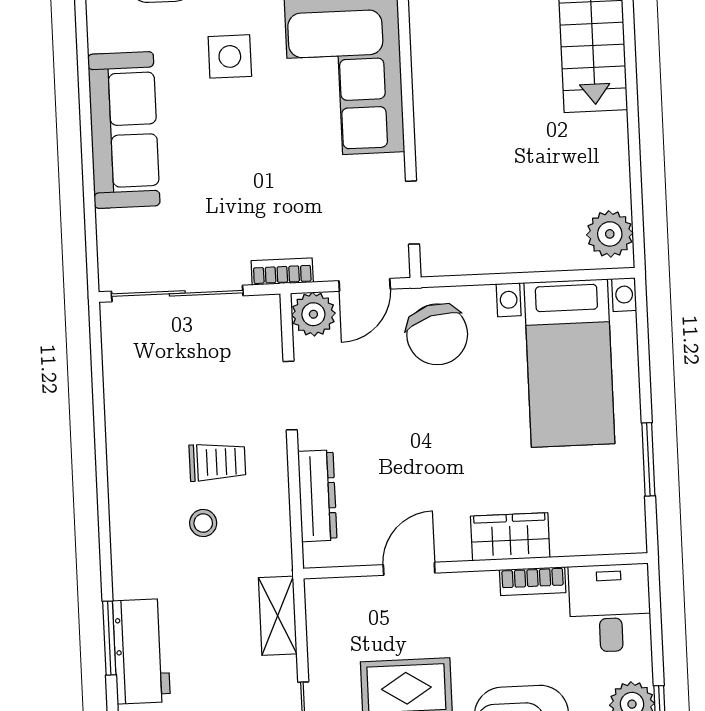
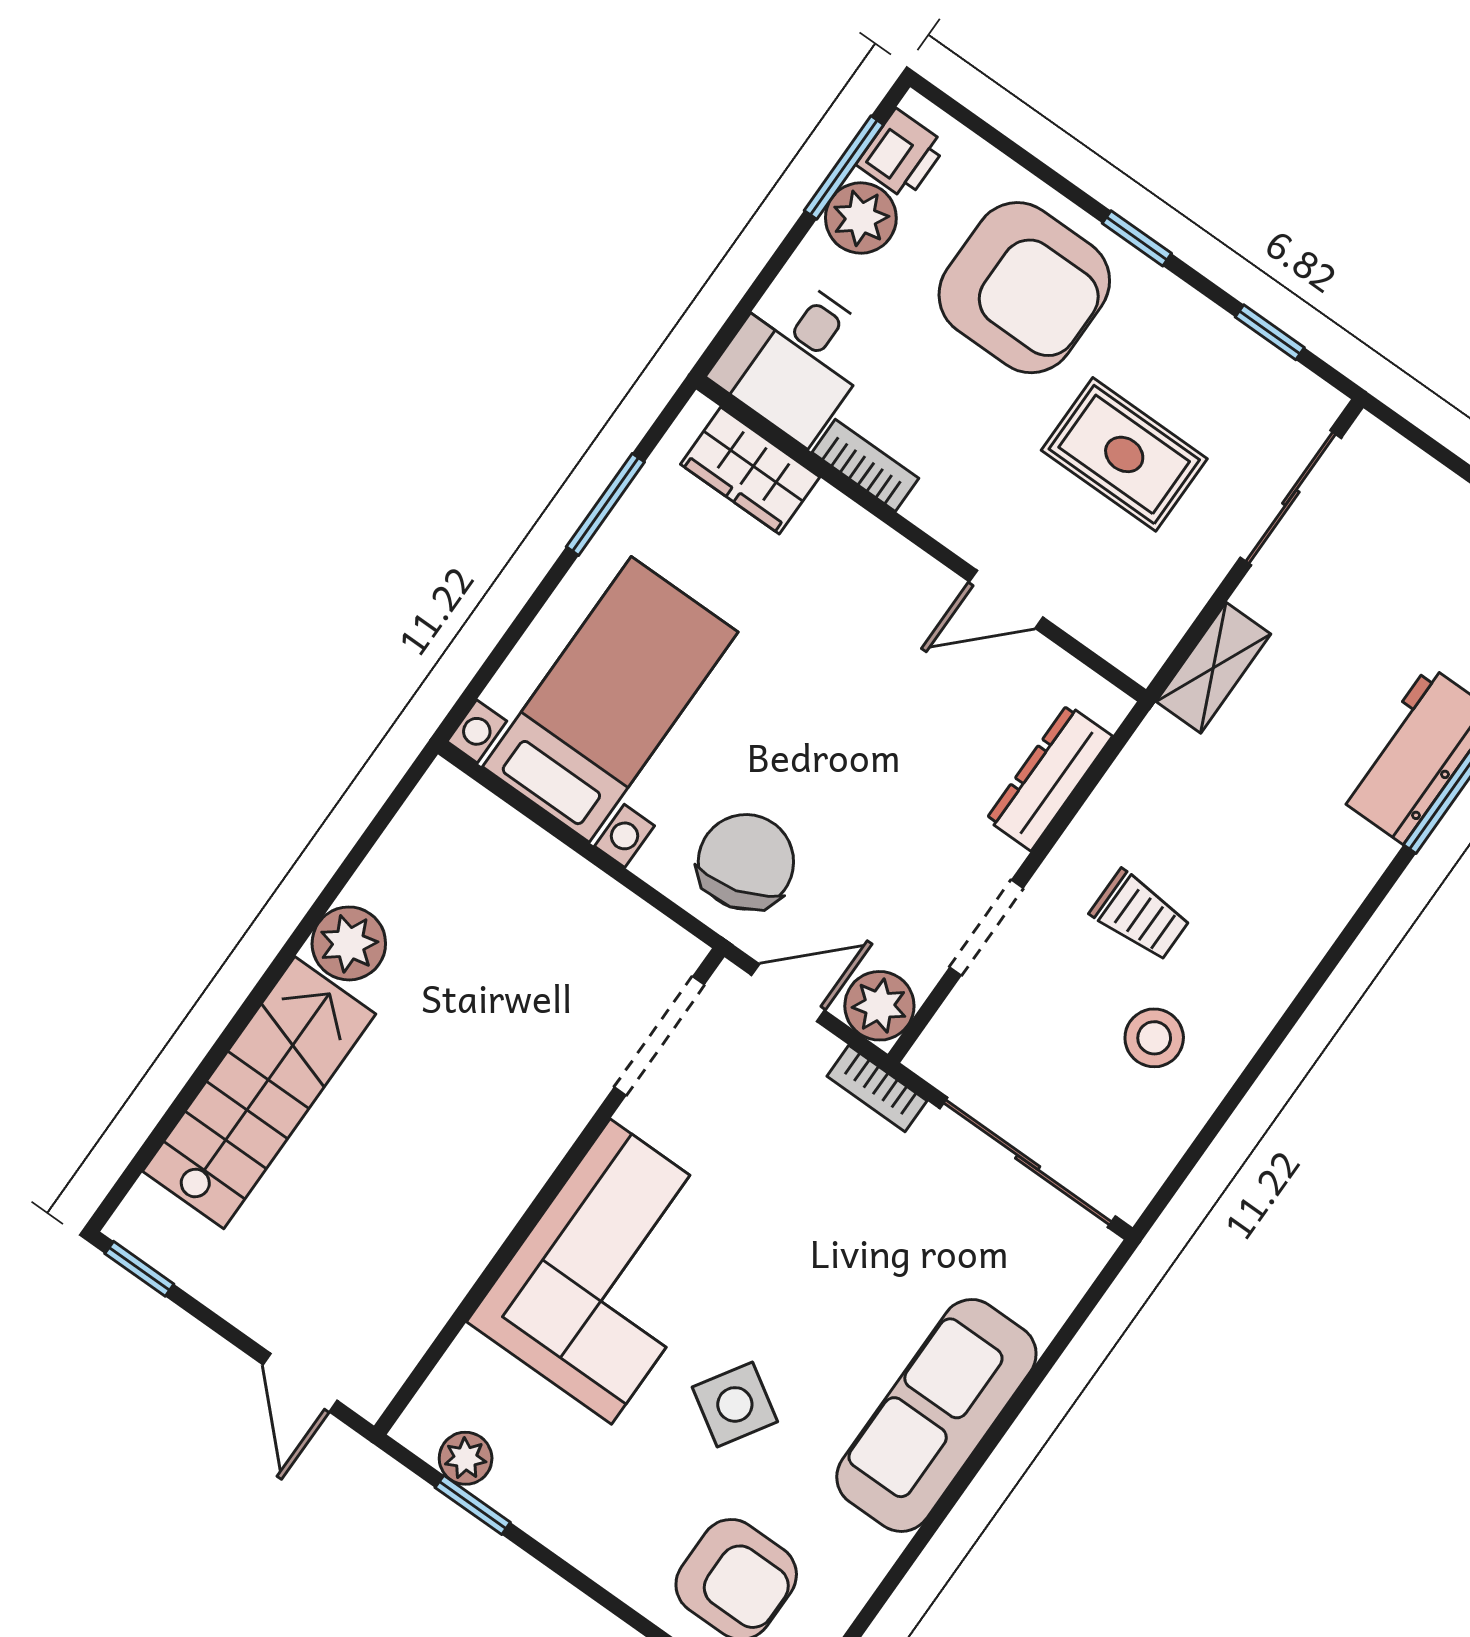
side table: (230, 56) -> (735, 1404), turned 32
doorway: (413, 213) -> (659, 1036), width x1.38
plant: (610, 234) -> (349, 943), moved
trolley: (217, 462) -> (1140, 916), turned 180
stool: (203, 523) -> (1154, 1038), moved, width x1.37, depth x1.37
wardrobe: (510, 537) -> (750, 471), moved

